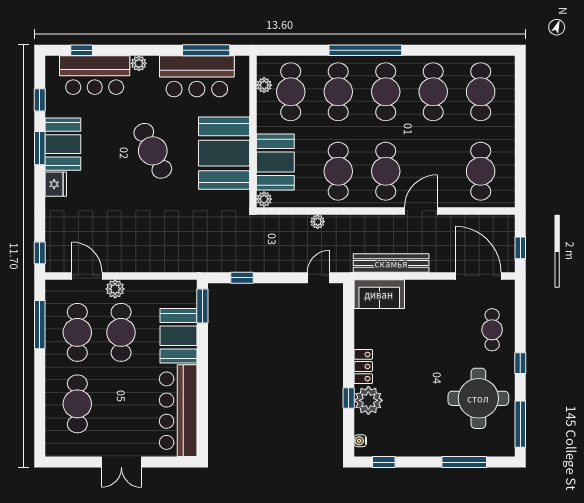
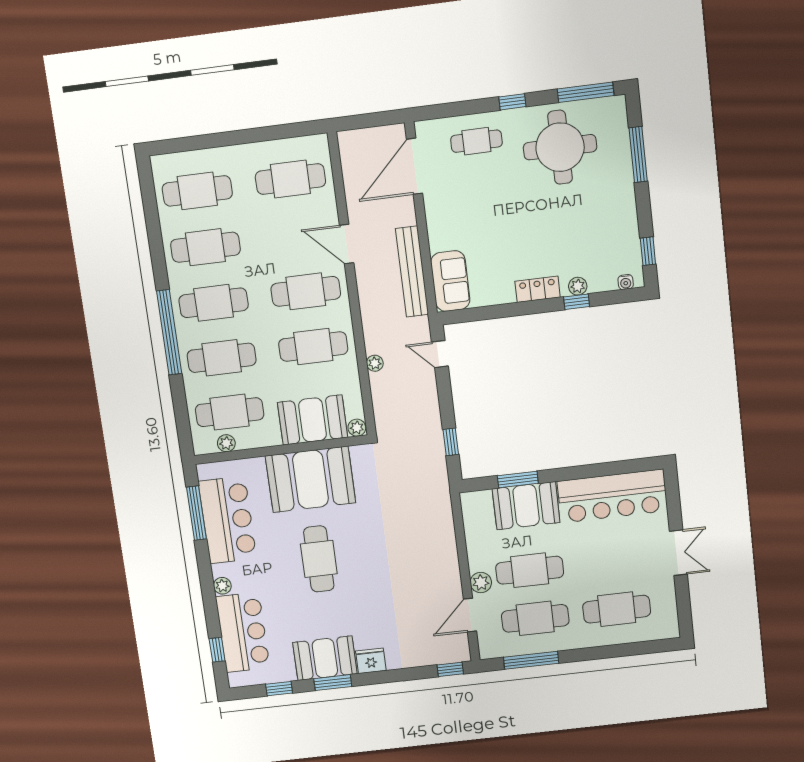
cafe table: (153, 151) -> (319, 559), turned -64
window: (520, 248) -> (375, 120), removed
window: (202, 306) -> (518, 479), moved
plant: (368, 400) -> (578, 286), width x0.53, depth x0.53

